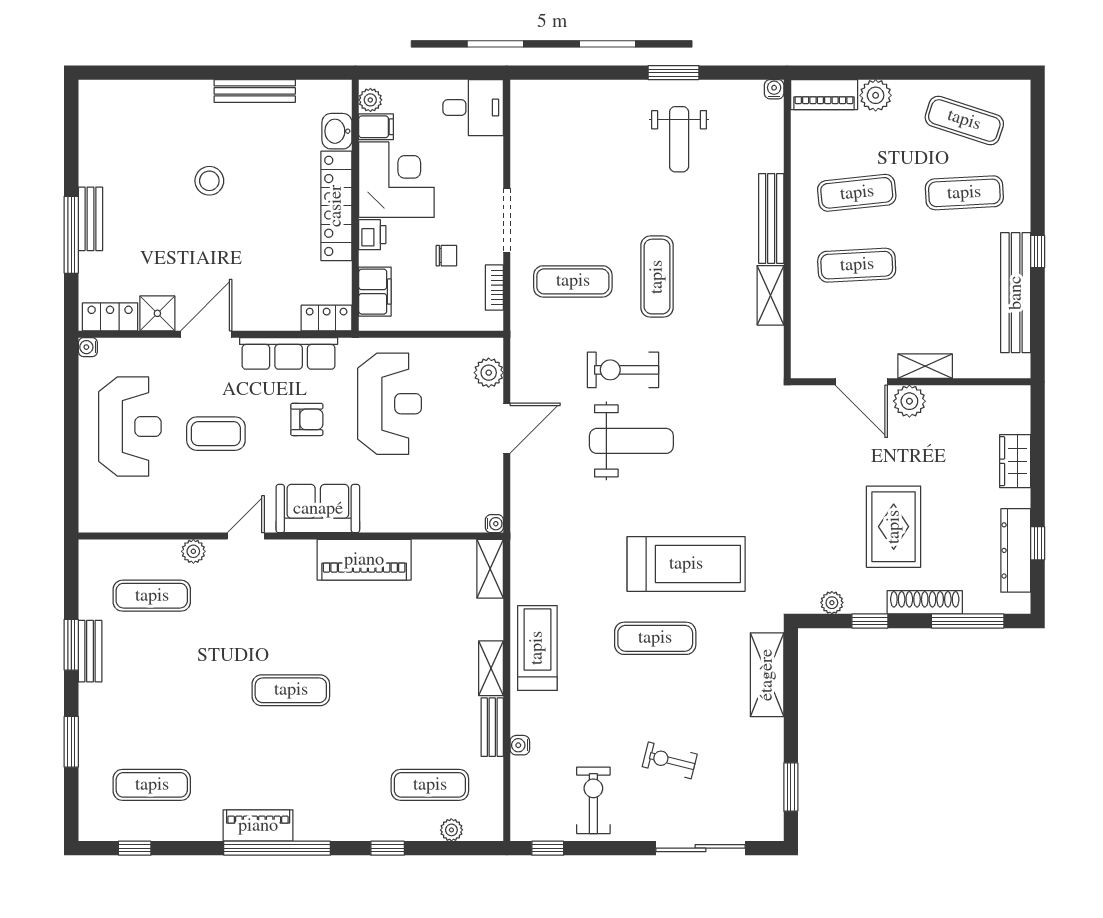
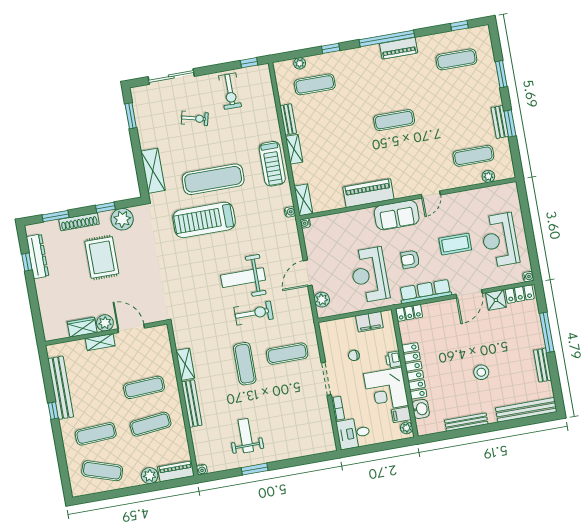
bench: (136, 94) -> (526, 410), added
bench: (90, 219) -> (542, 365), moved
bookcase: (494, 288) -> (338, 408), moved
filing cabinet: (375, 292) -> (369, 322), moved, turned -90
wardrobe: (1015, 461) -> (82, 327), moved, turned -90
plant: (193, 551) -> (488, 176), moved
plant: (832, 603) -> (122, 219), width x1.87, depth x1.87
window: (968, 621) -> (56, 216), width x0.69
exercise mat: (655, 638) -> (213, 179), width x1.36, depth x1.45
water cooler: (520, 745) -> (290, 212), moved

